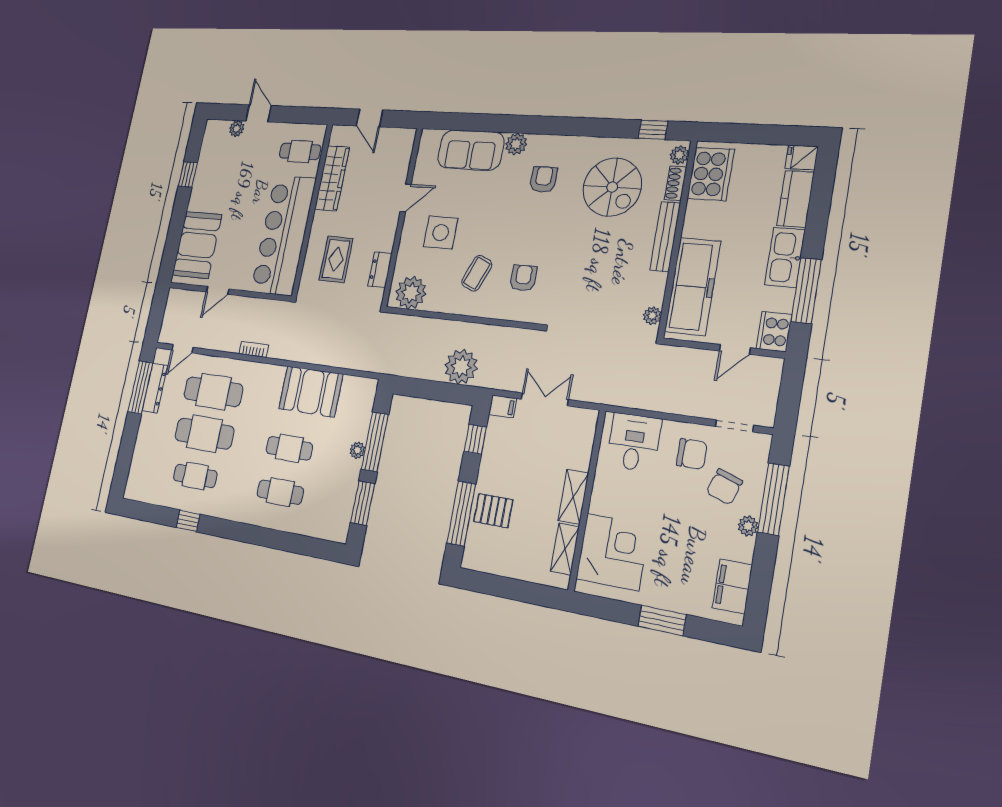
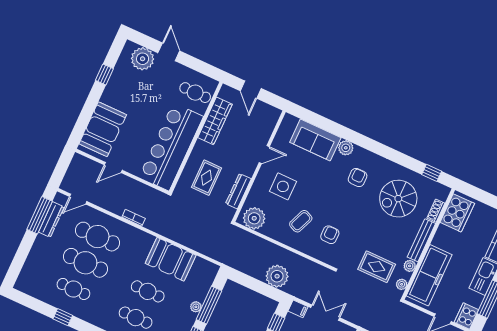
plant: (237, 129) -> (143, 59), width x1.88, depth x1.88
plant: (679, 155) -> (410, 266), moved
spiral stairs: (612, 187) -> (398, 199), turned 90
dresser: (380, 270) -> (238, 191), width x1.44
rug: (606, 302) -> (377, 267), added

